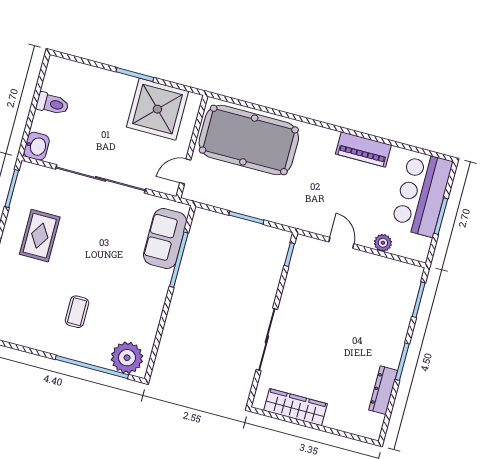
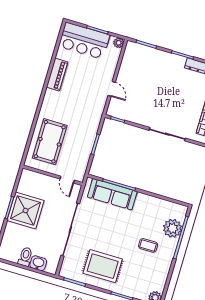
shower: (157, 109) -> (26, 211), moved
pool table: (249, 140) -> (50, 142), width x0.73, depth x0.76
washbasin: (37, 146) -> (38, 263), moved
rug: (40, 236) -> (103, 266), width x1.36, depth x1.43
sofa: (165, 238) -> (112, 194), width x1.36
door: (341, 243) -> (112, 89), swing flipped
plant: (383, 243) -> (119, 43), moved
plant: (127, 358) -> (172, 228), moved

